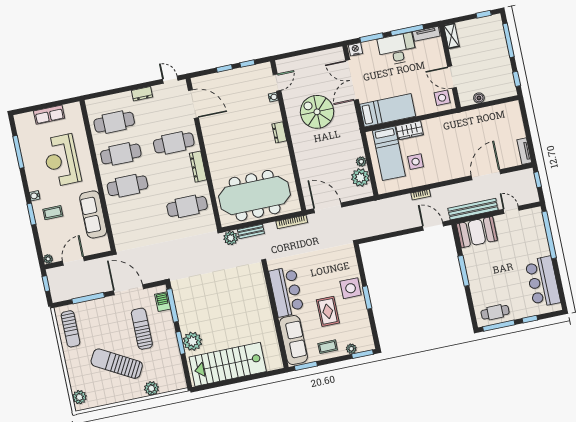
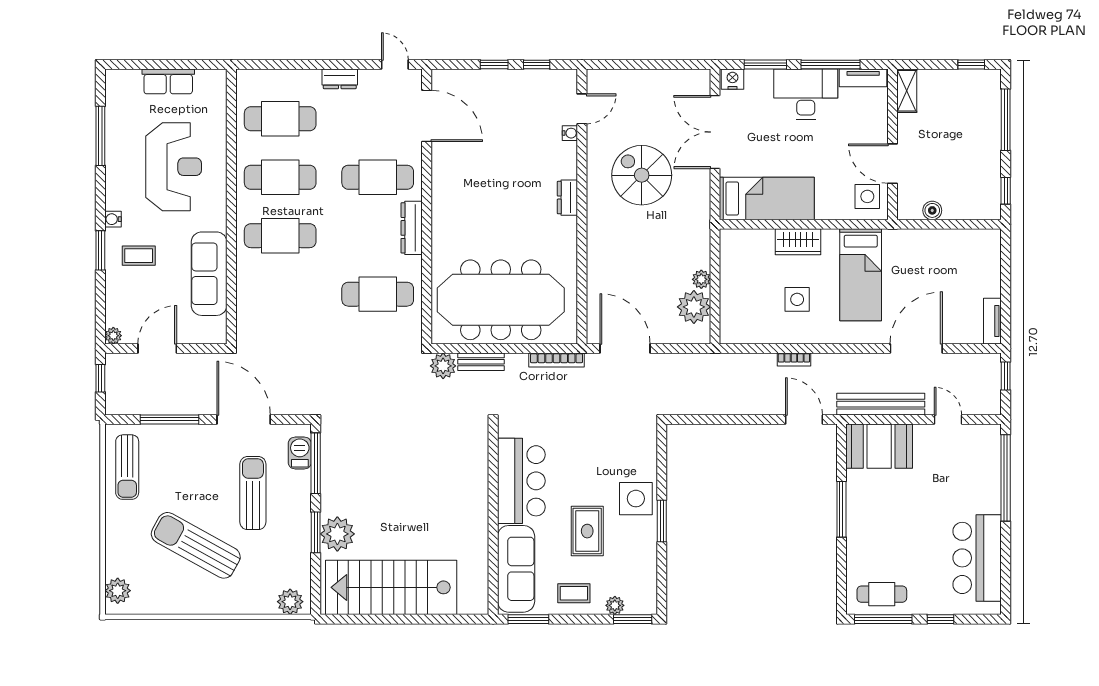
bed: (389, 153) -> (861, 275), moved
reception desk: (62, 160) -> (174, 167), turned 180
plant: (151, 388) -> (290, 602), moved

